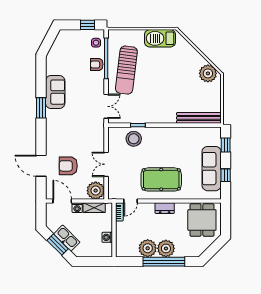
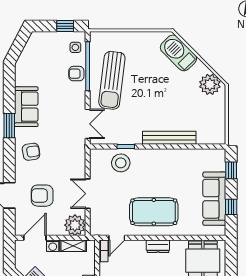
barbecue: (160, 38) -> (178, 53), moved, turned 45
bench: (199, 118) -> (169, 138), moved
armchair: (59, 129) -> (31, 152), added
door: (62, 201) -> (35, 238), hinge flipped

